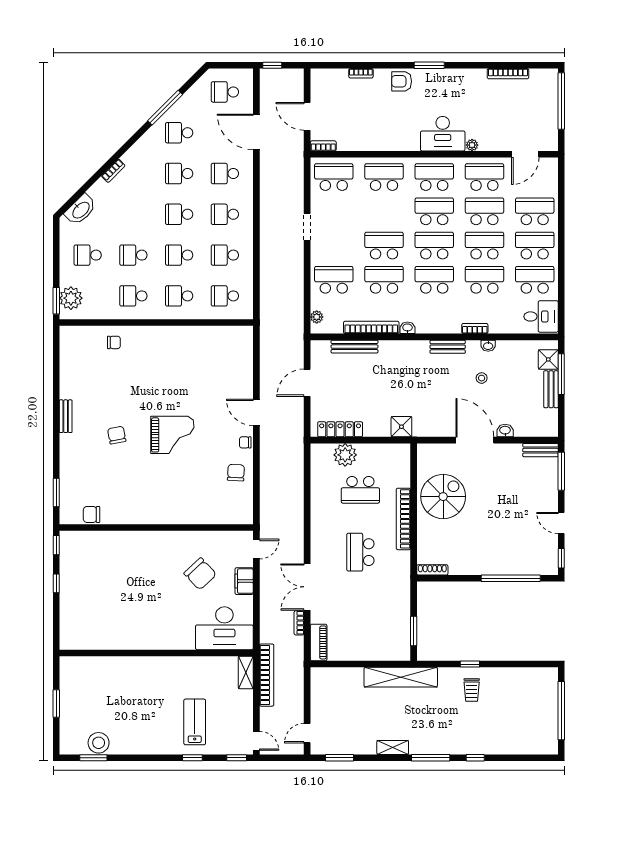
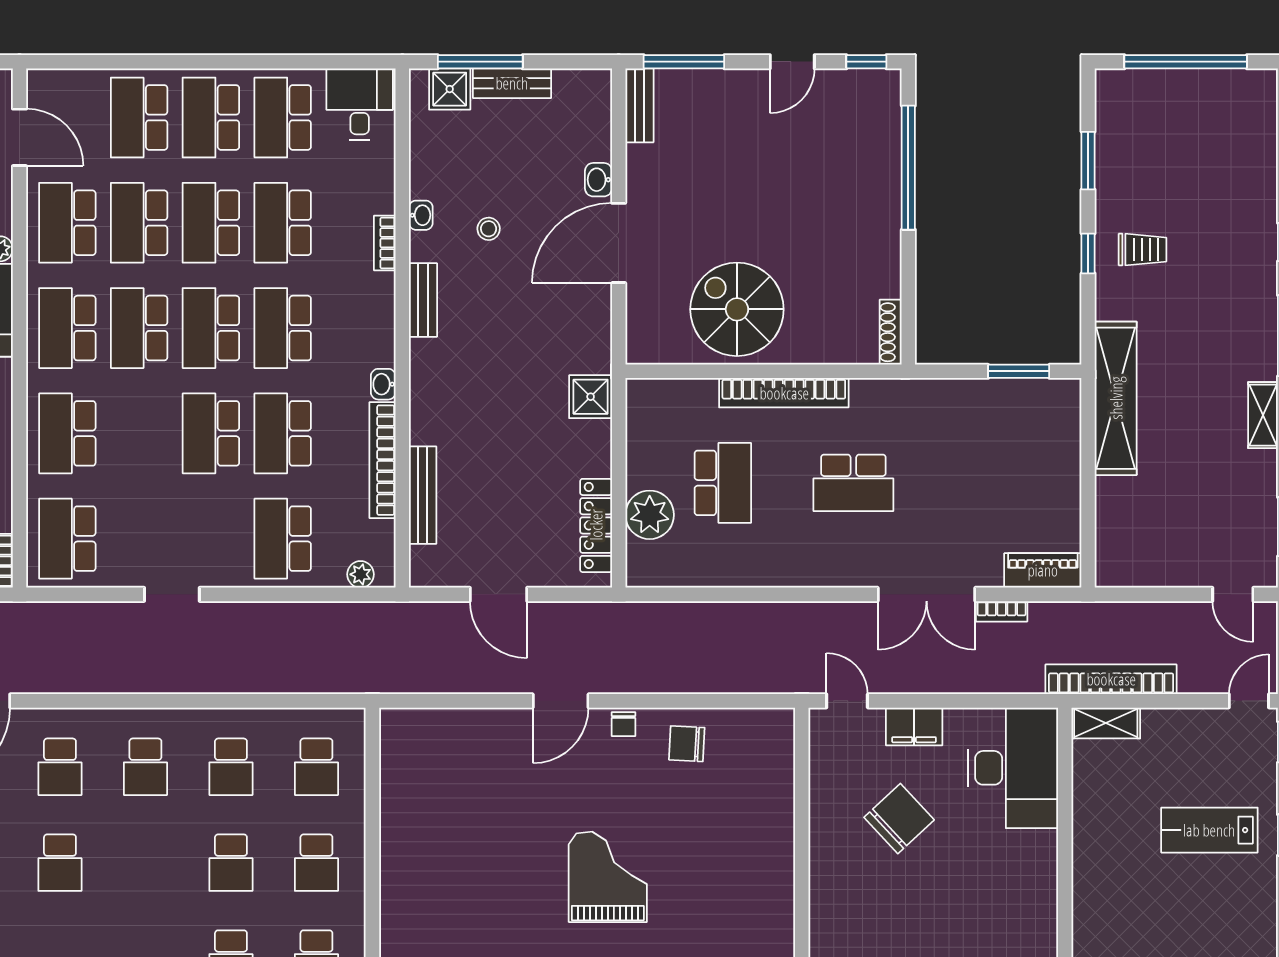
school desk: (179, 214) -> (145, 863), removed
window: (514, 664) -> (1088, 161), added

